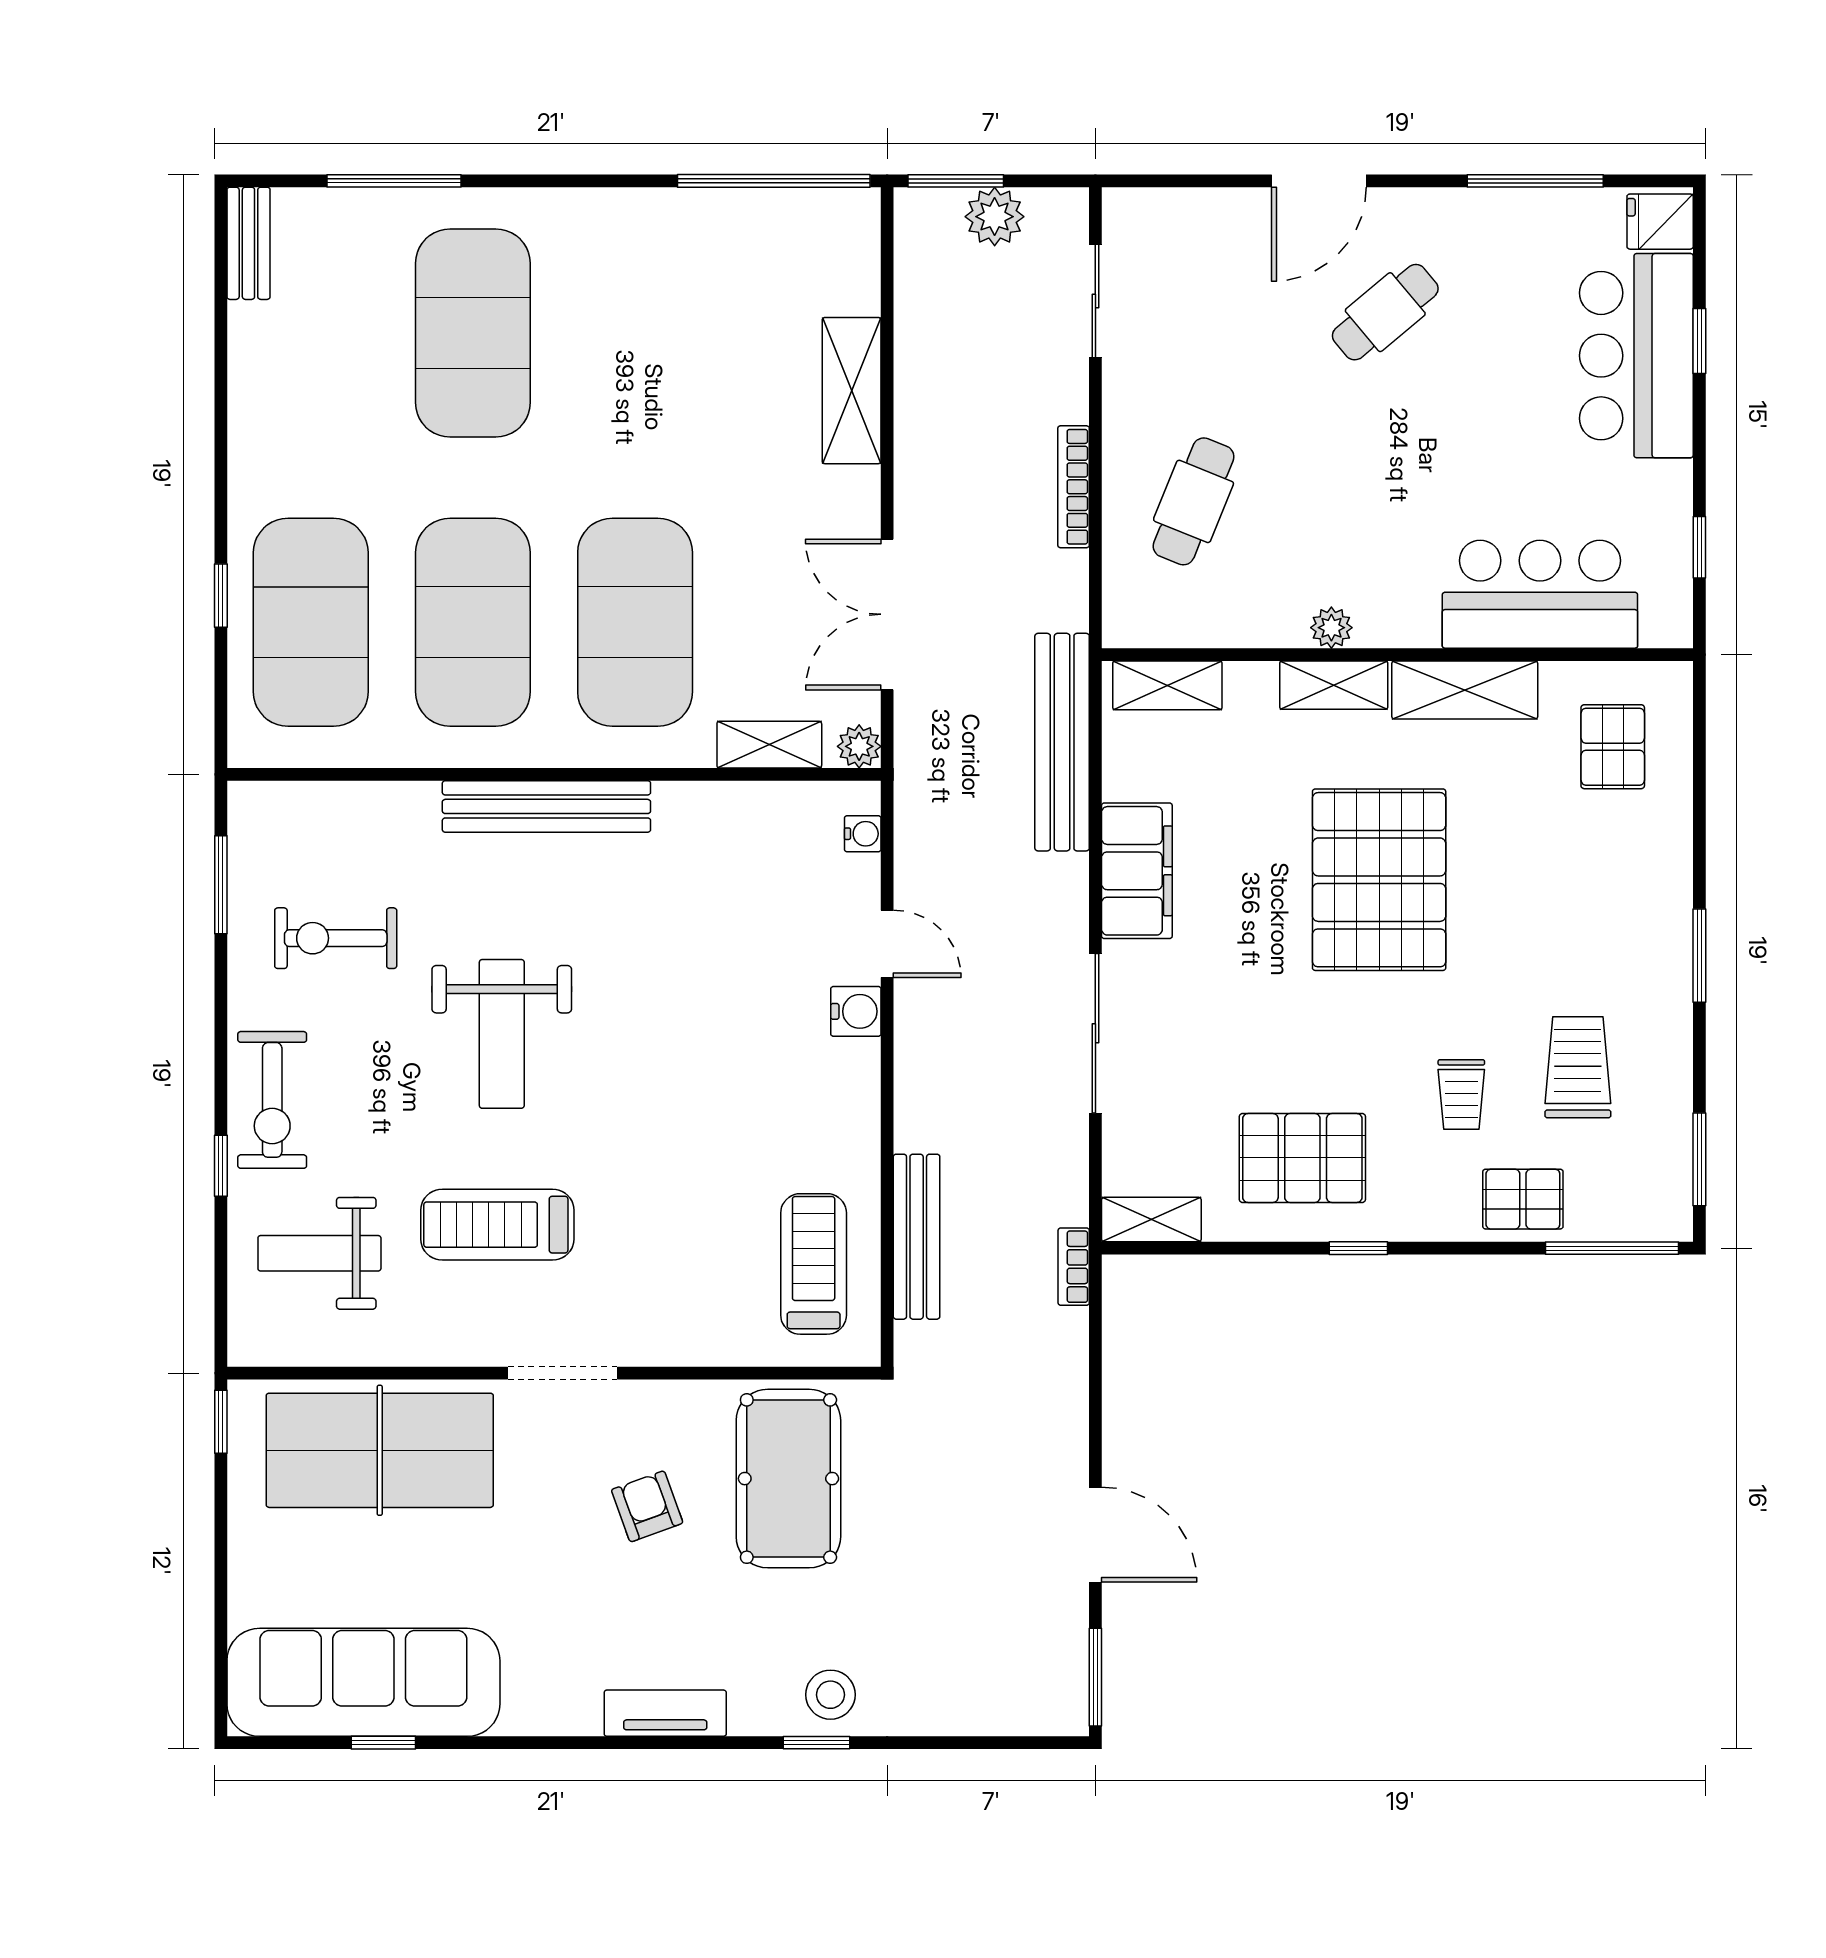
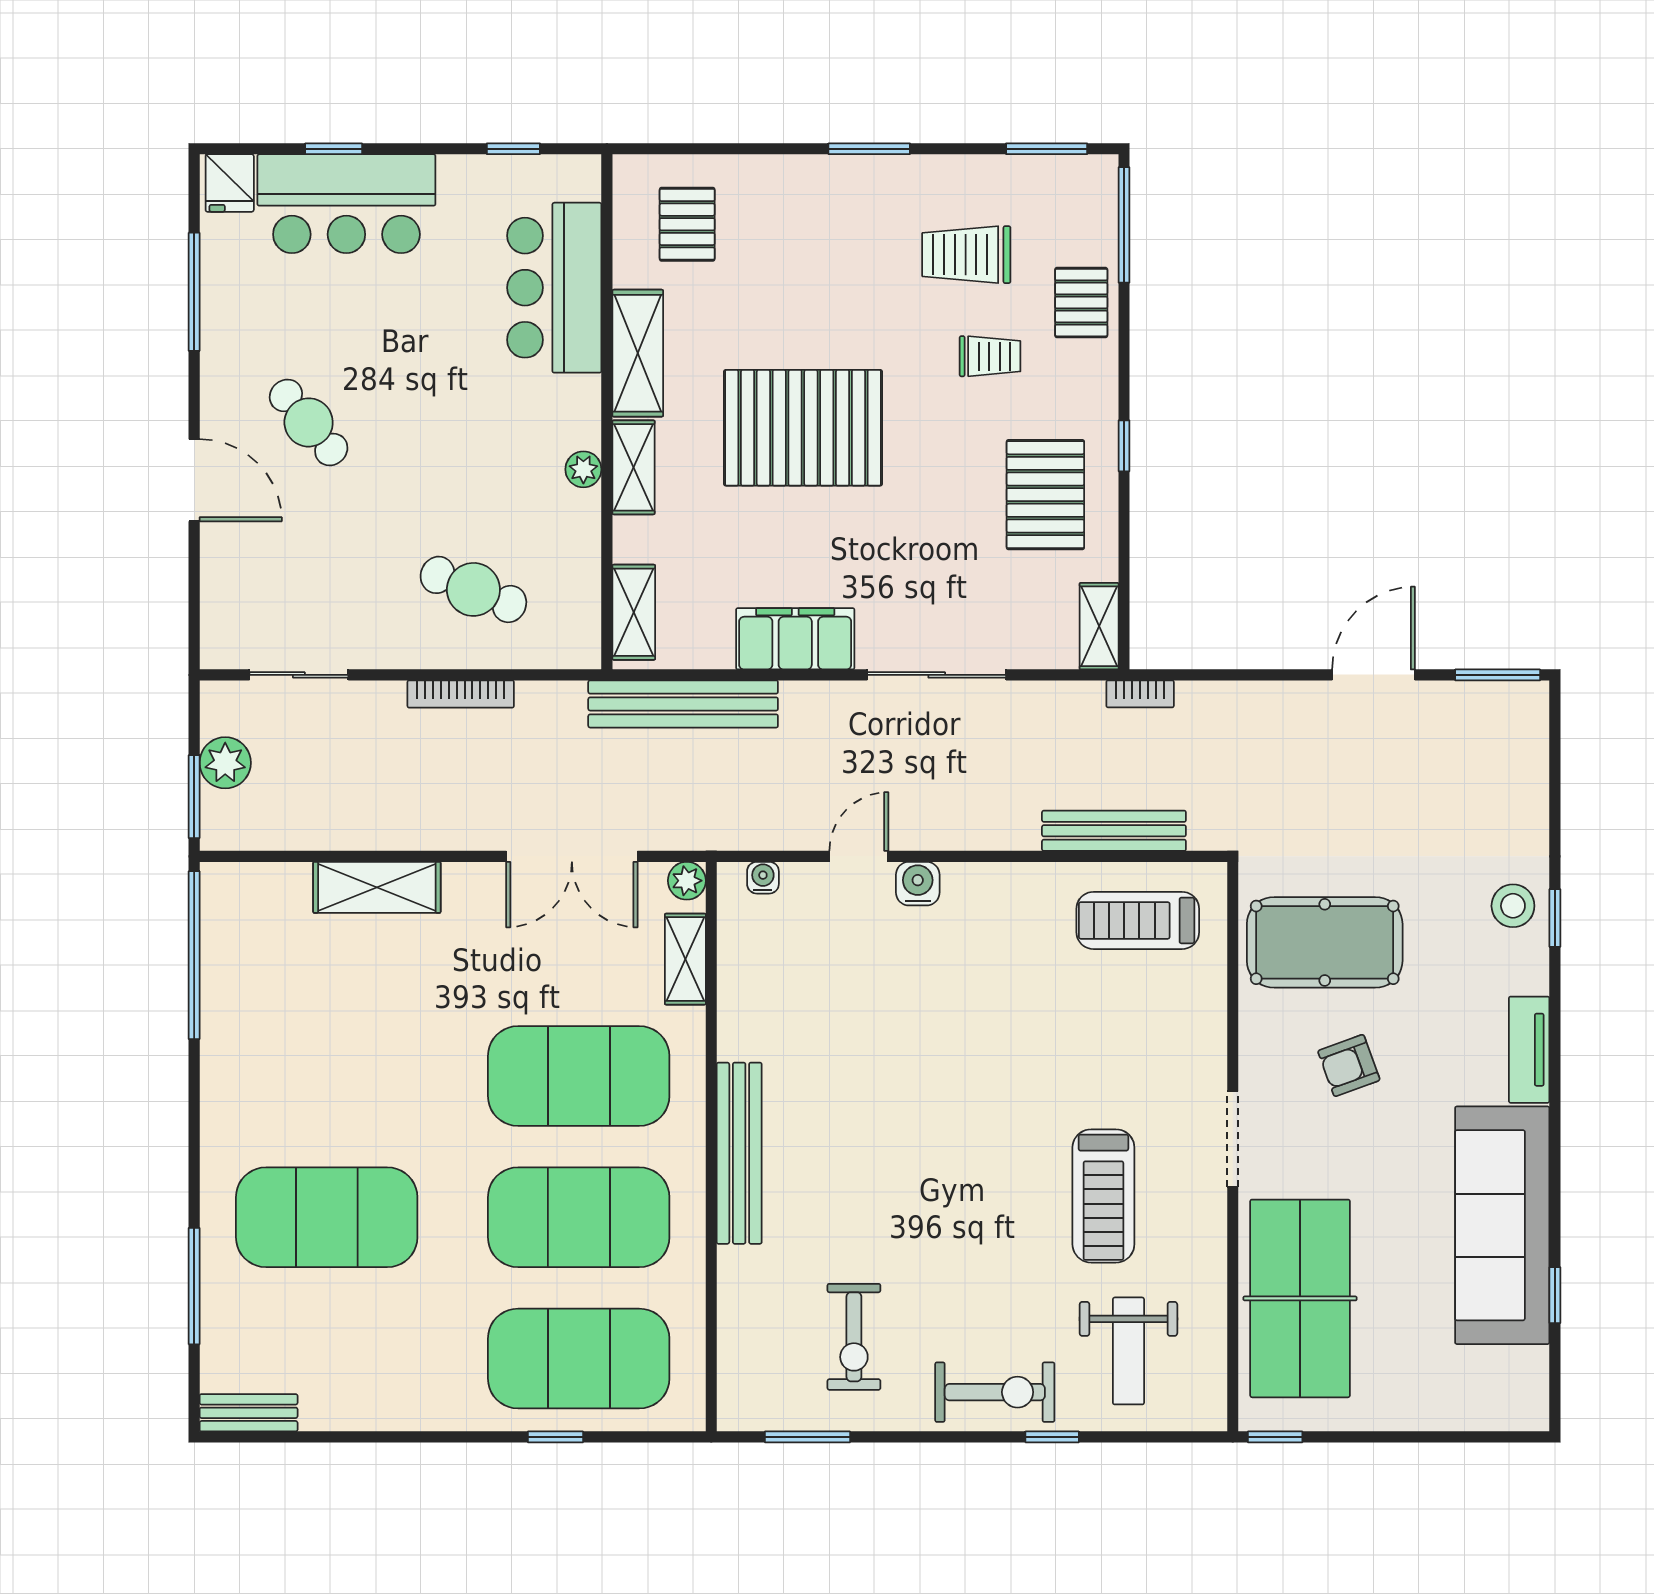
pallet: (1613, 747) -> (687, 224), turned 90
weight bench: (502, 1034) -> (937, 1192), removed
sofa: (363, 1682) -> (1502, 1225), moved

